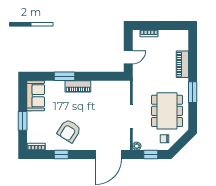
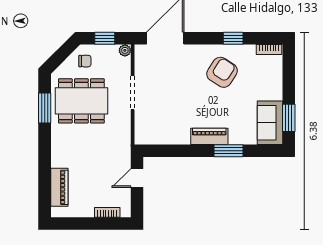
piano: (182, 64) -> (59, 187), moved
window: (193, 92) -> (45, 108), moved
dining table: (167, 111) -> (81, 101), turned 90
window: (23, 121) -> (289, 118), moved

